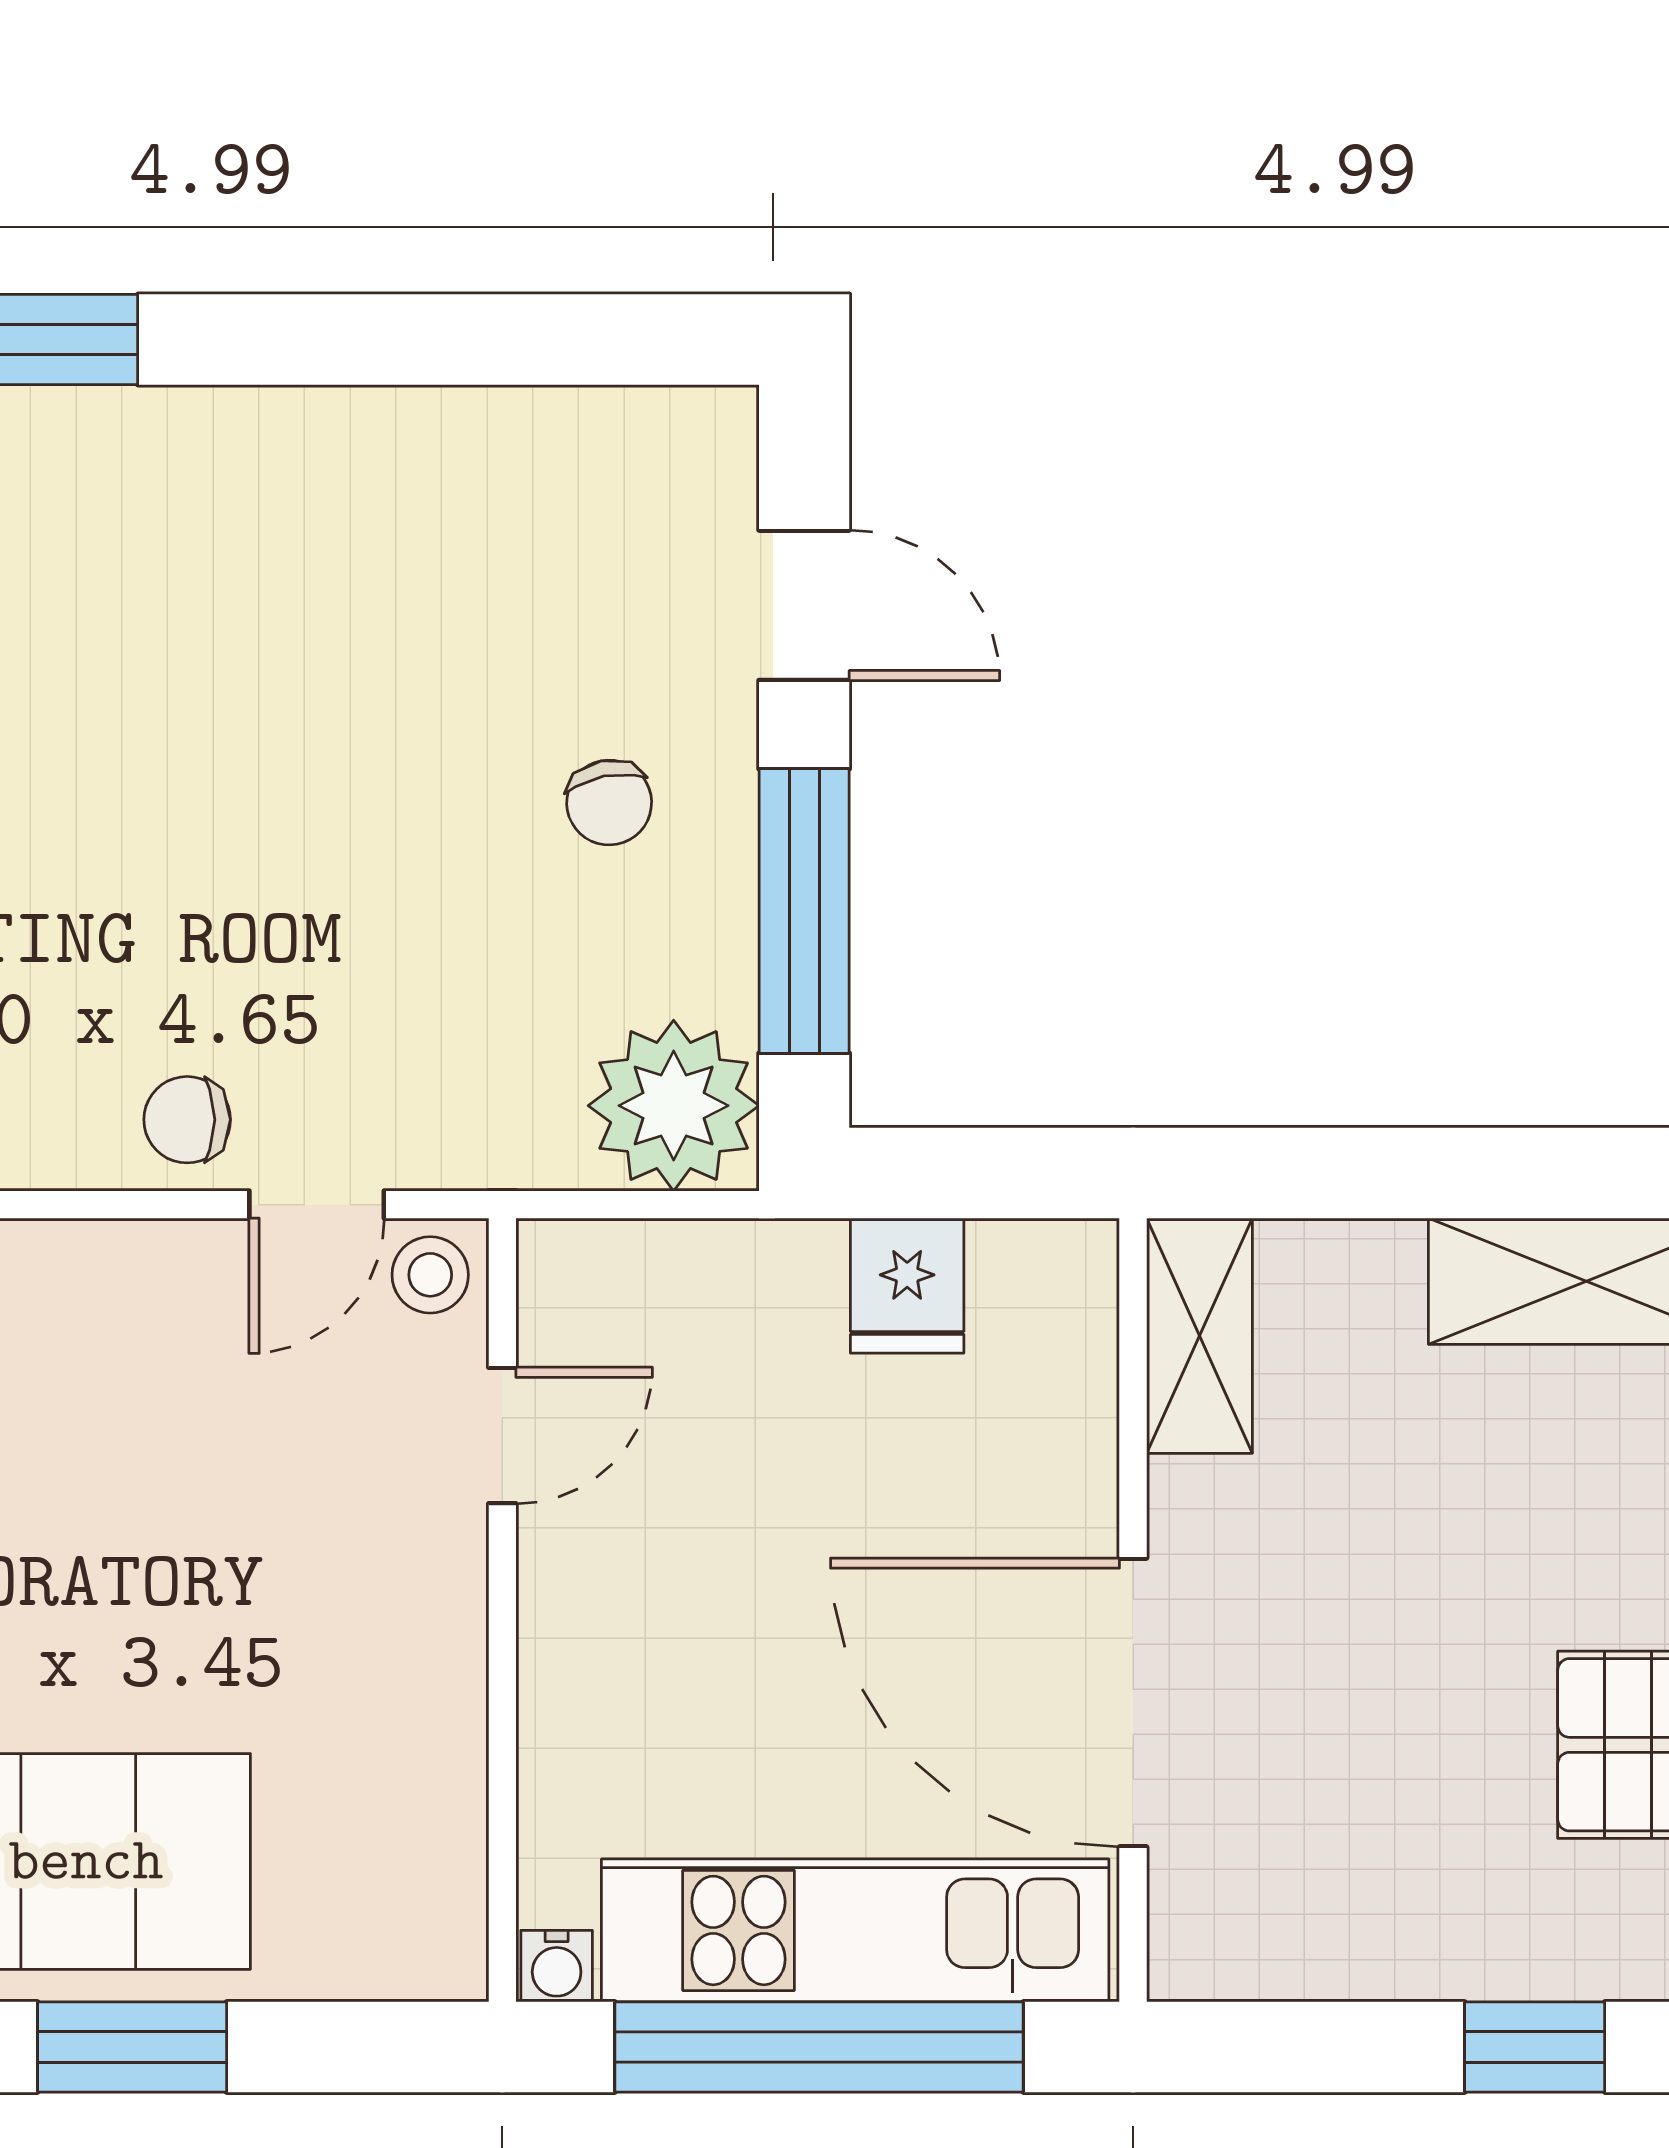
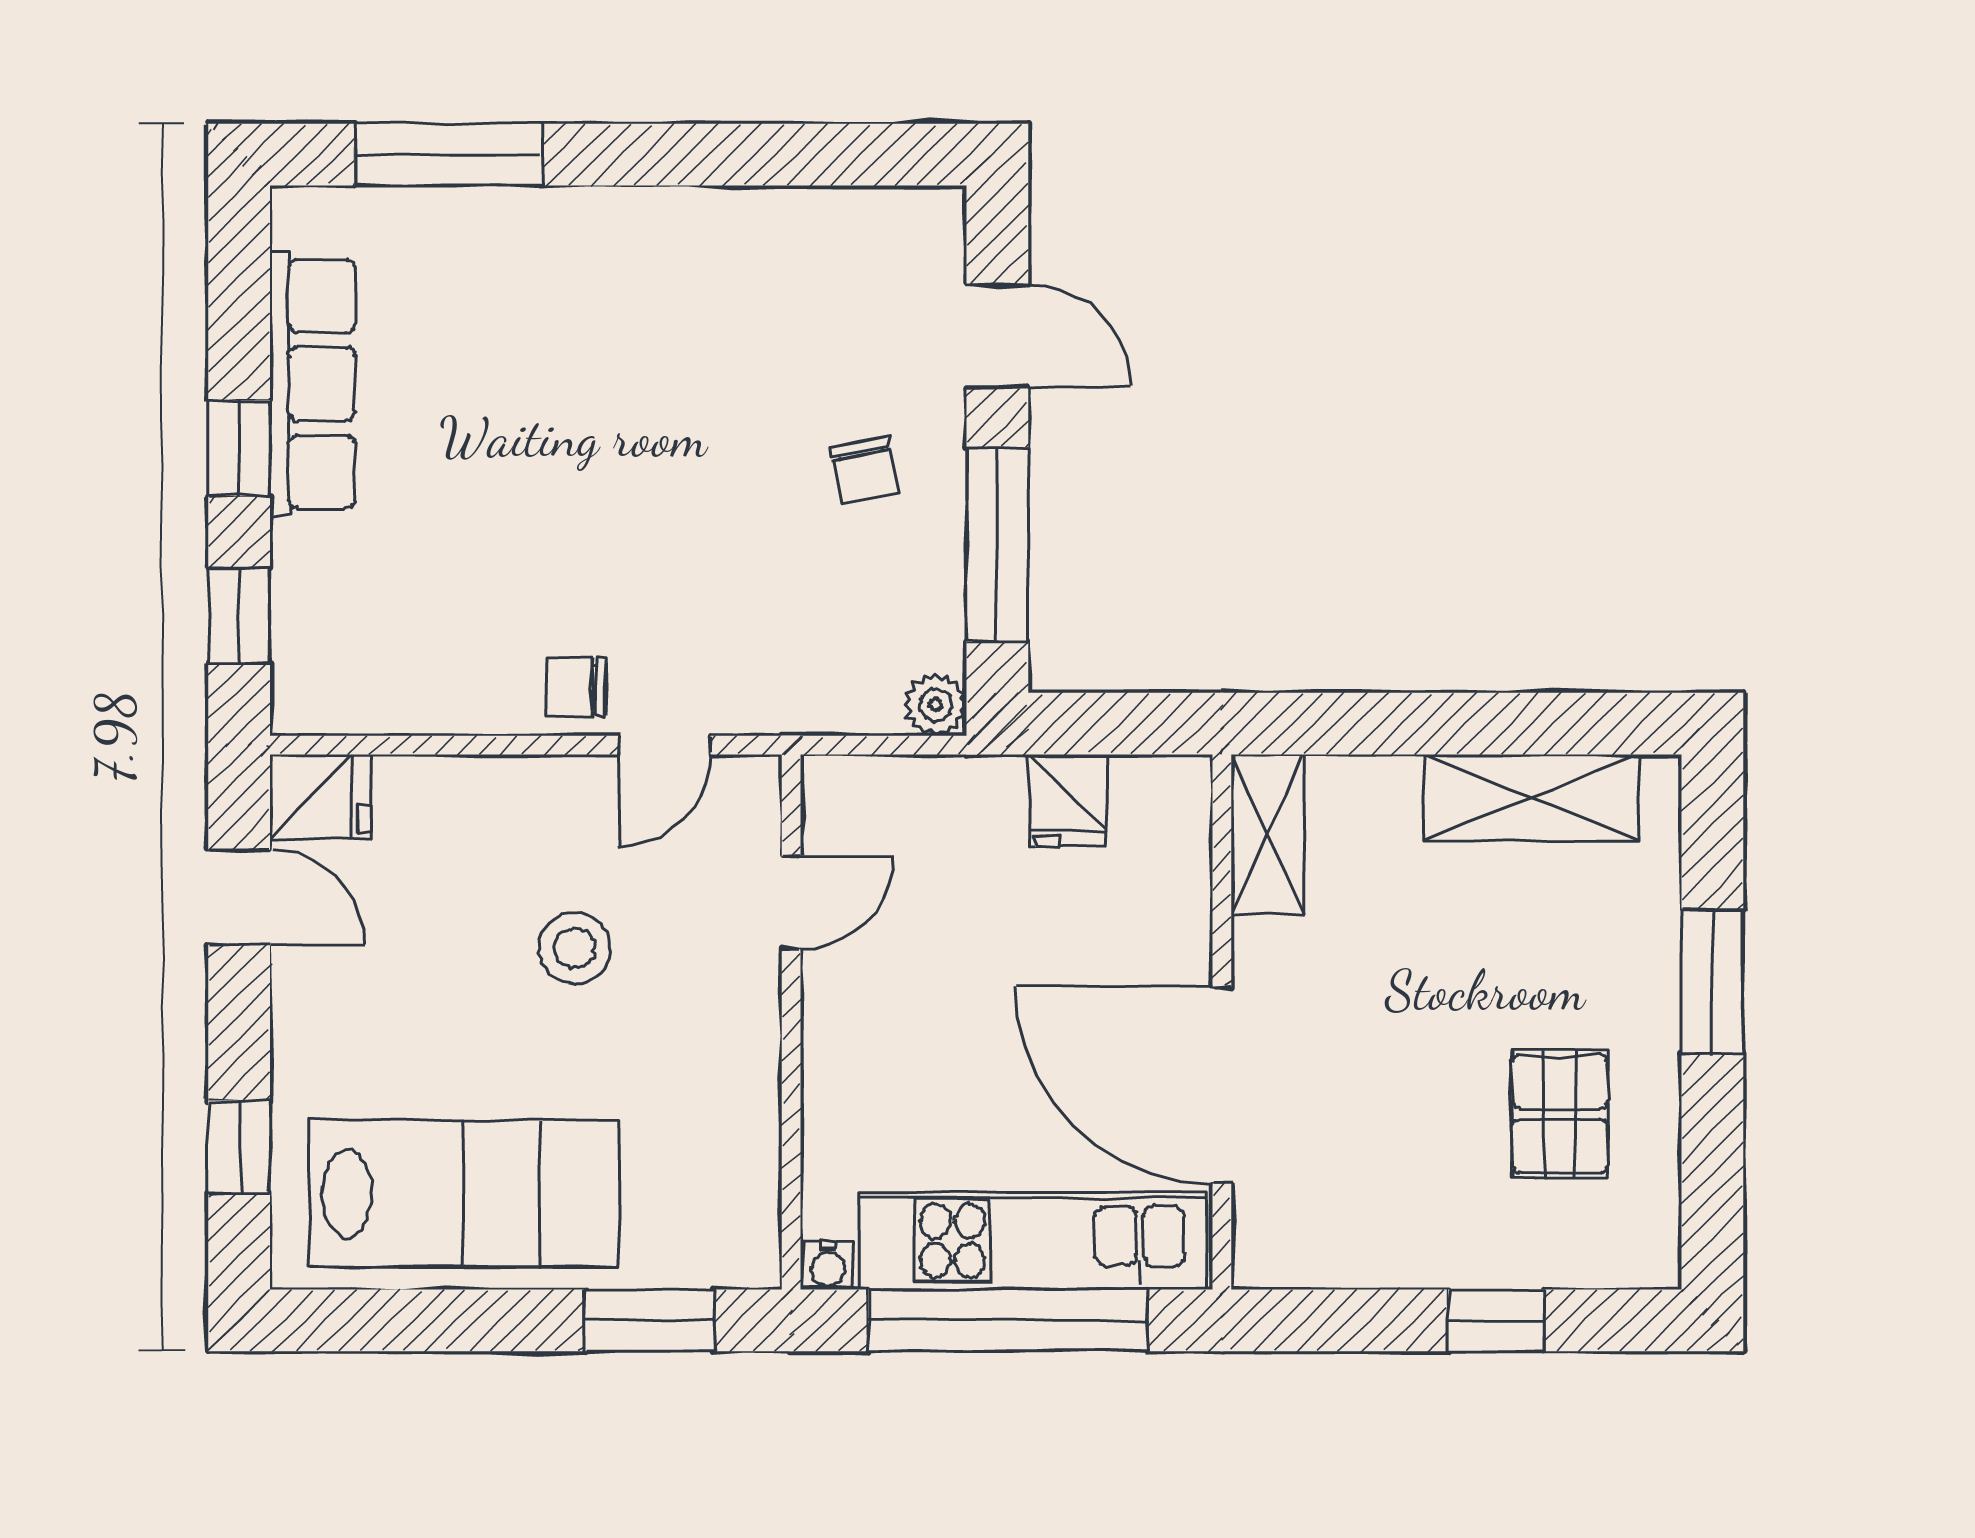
plant: (674, 1106) -> (935, 705), width x0.53, depth x0.53
stool: (430, 1275) -> (575, 948), moved, width x1.37, depth x1.37
window: (132, 2047) -> (649, 1320), moved

